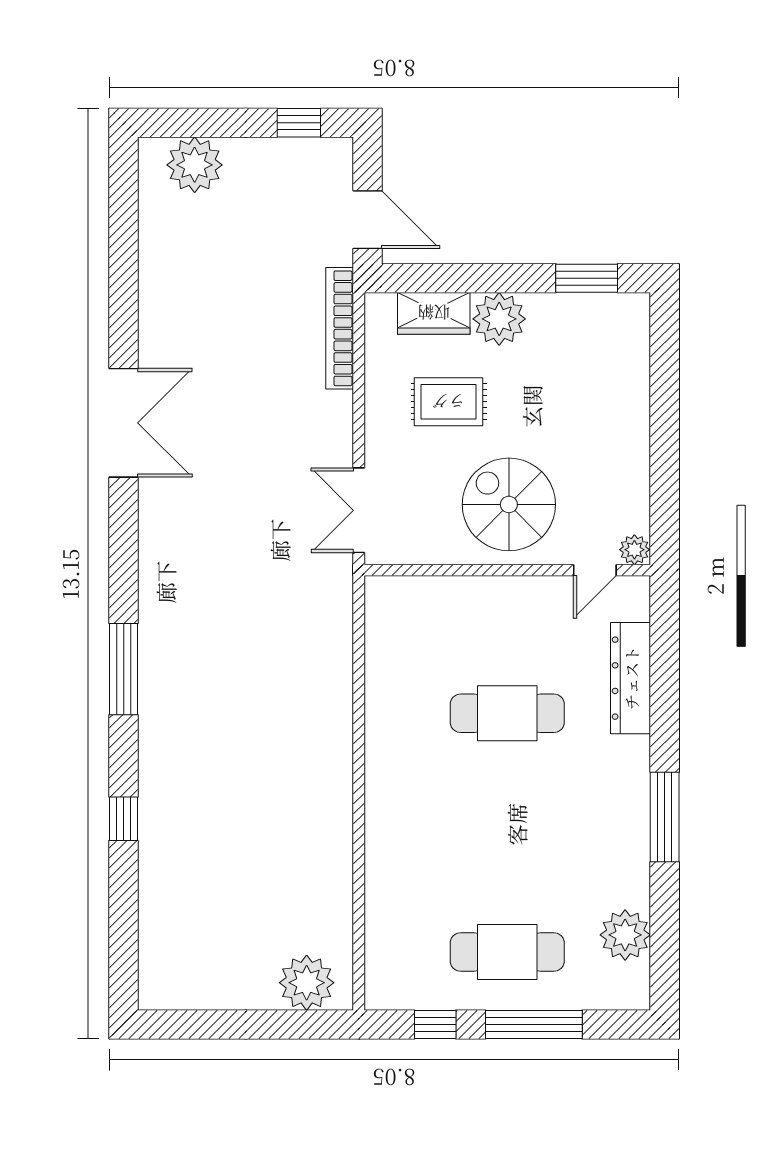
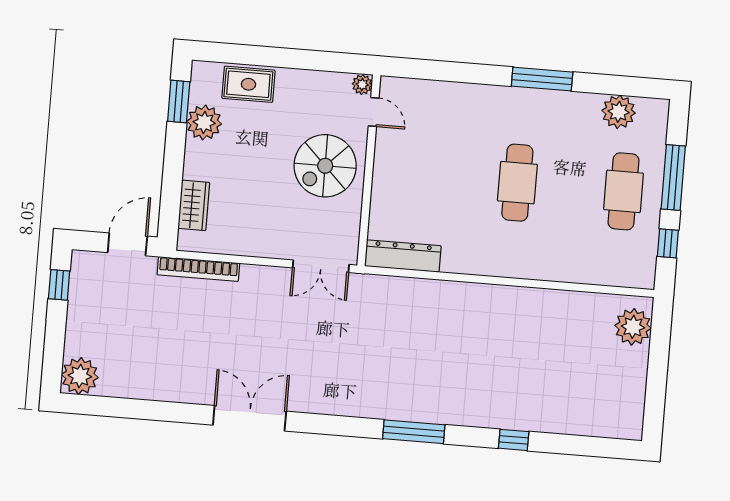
plant: (195, 165) -> (80, 376), moved
plant: (499, 319) -> (204, 122), moved
rug: (449, 402) -> (248, 84), moved, turned 90
dresser: (631, 678) -> (403, 256), moved, turned 180
cafe table: (507, 713) -> (517, 183), moved

